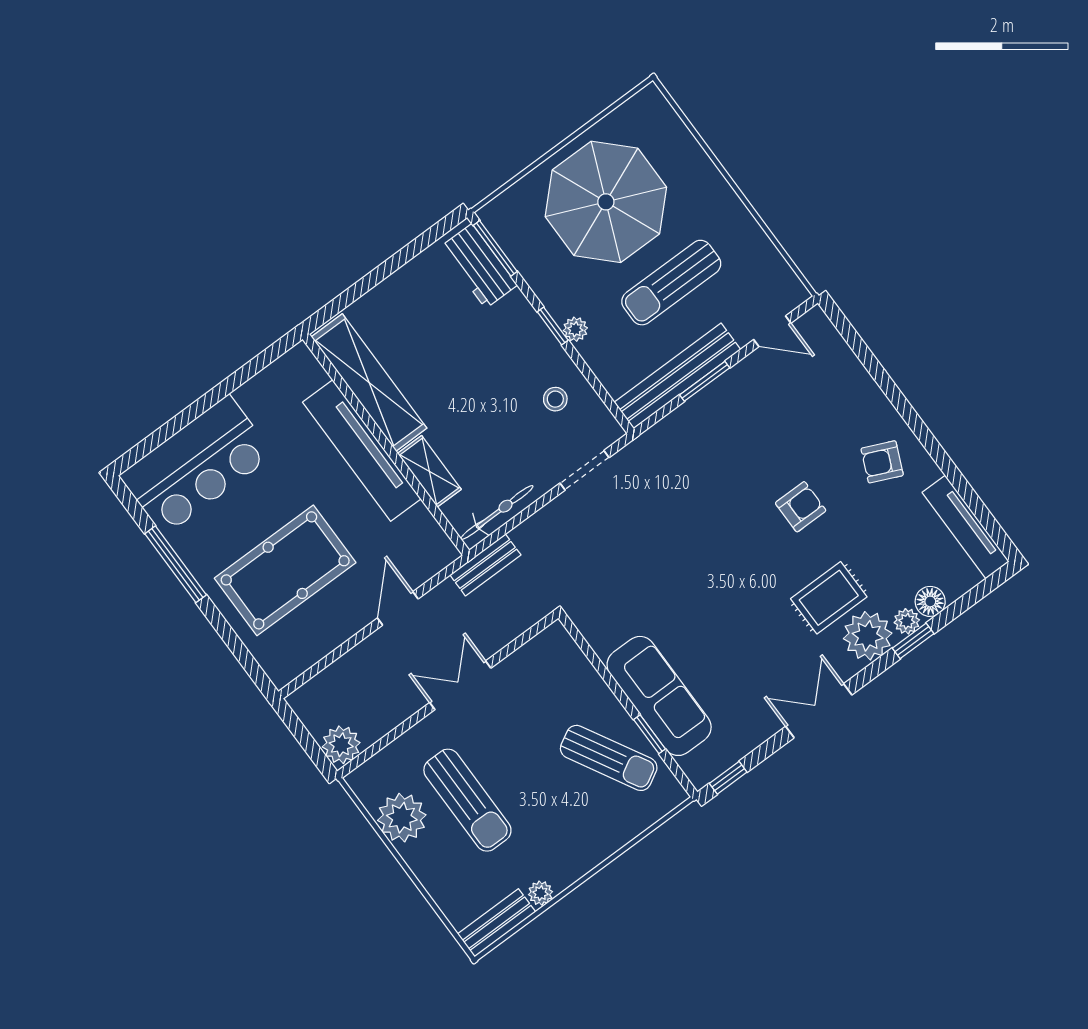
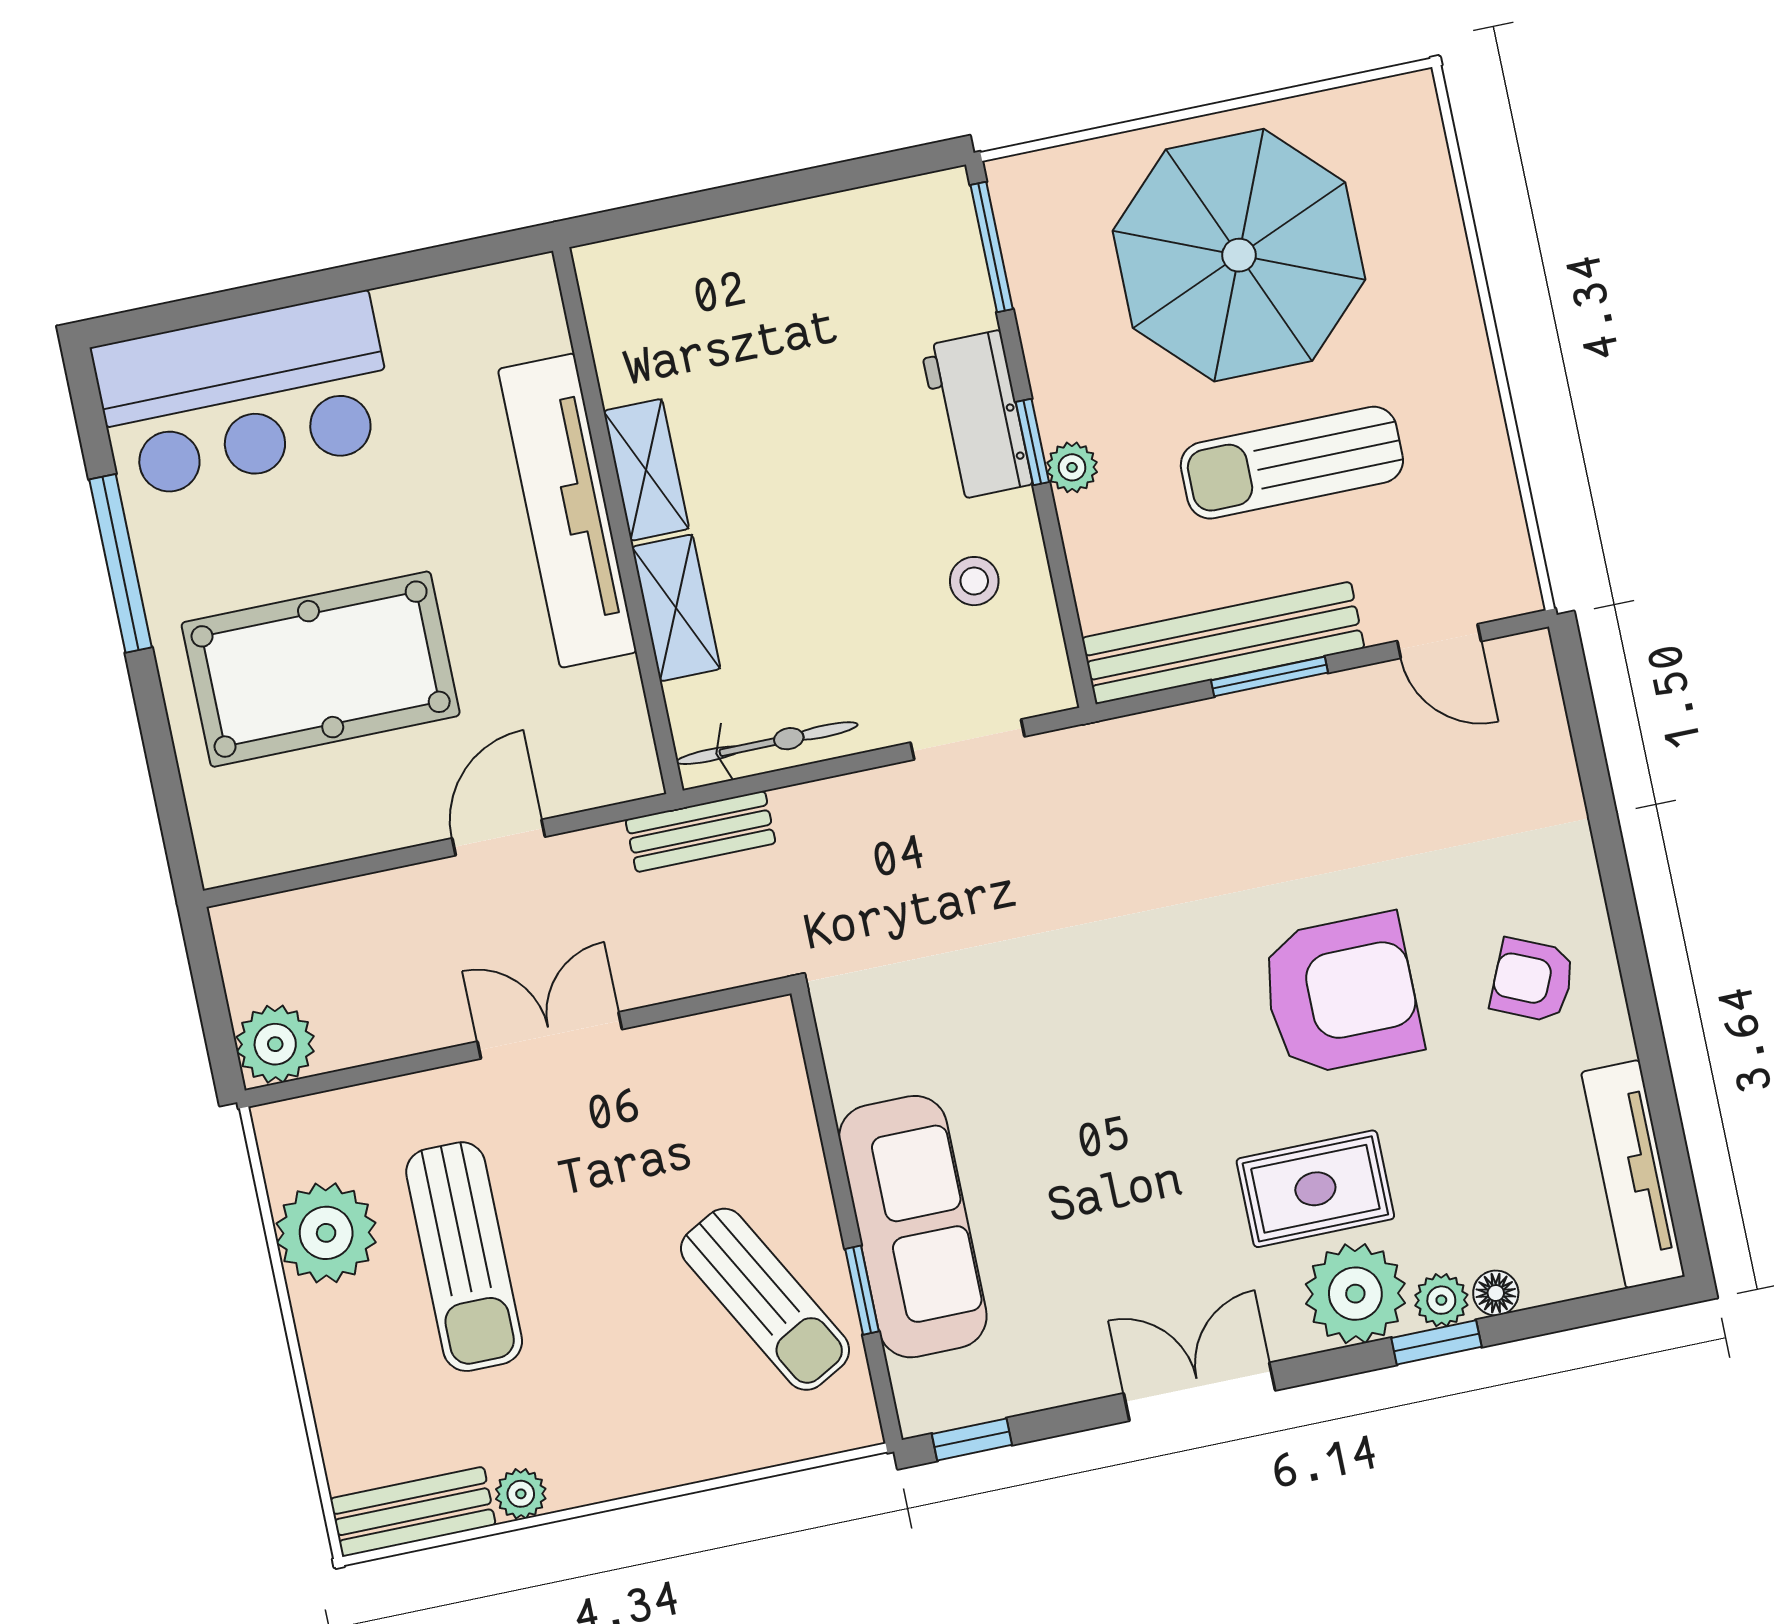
workbench: (479, 266) -> (977, 415), moved
shelving: (369, 382) -> (646, 470), width x0.45, depth x0.75
armchair: (801, 507) -> (1341, 994), width x1.88, depth x1.88
floor lamp: (930, 601) -> (1496, 1293), width x0.73, depth x0.73

